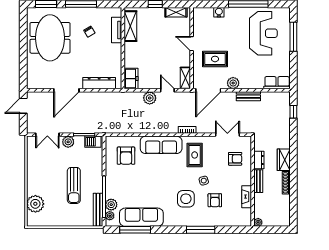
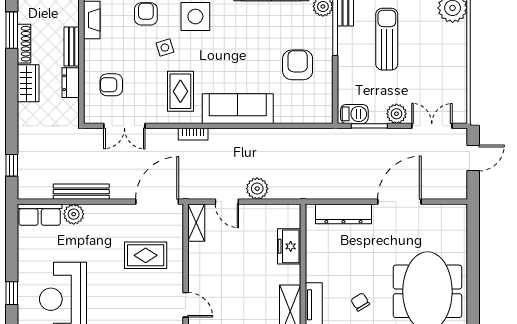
window: (293, 37) -> (12, 293), width x0.46
door: (192, 44) -> (186, 305), moved
freezer: (131, 79) -> (289, 246), moved
plant: (233, 83) -> (74, 214), moved
bench: (248, 96) -> (81, 192), width x1.36
door: (23, 106) -> (473, 158), moved
armchair: (126, 156) -> (298, 65), moved
window: (293, 191) -> (12, 30), added

